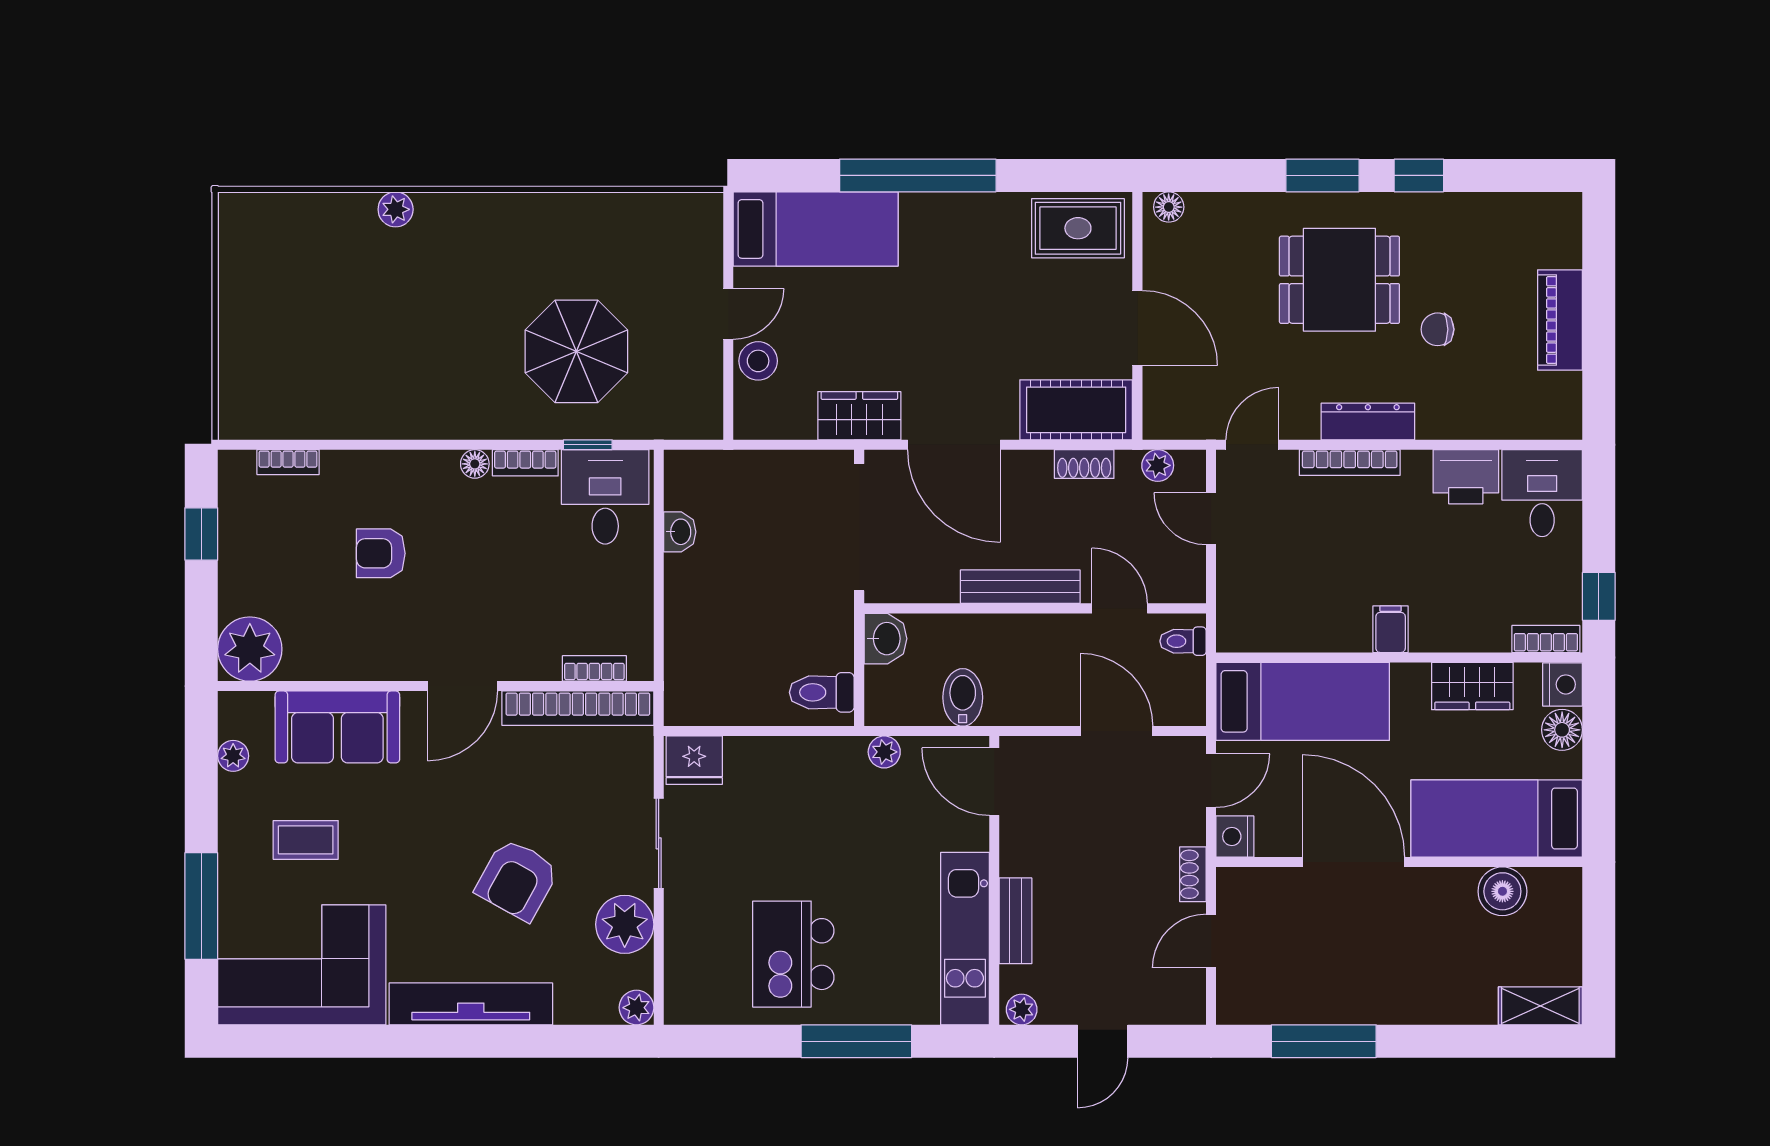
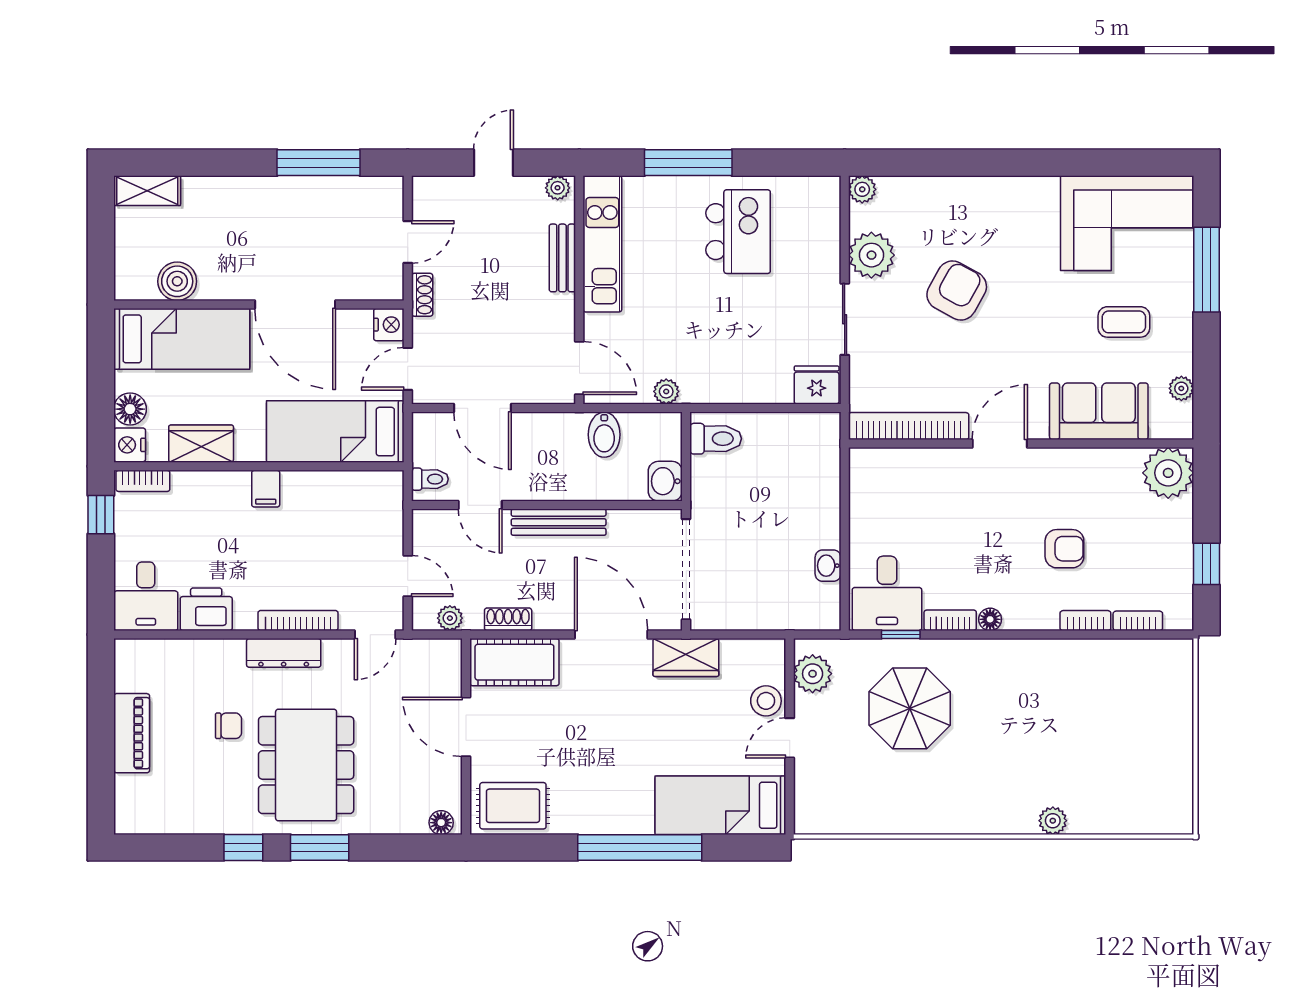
dining table: (1339, 280) -> (306, 765), width x1.38
plant: (699, 395) -> (813, 674), added
bookcase: (594, 668) -> (1085, 621), moved, turned 180
tv unit: (471, 1004) -> (993, 192), removed

